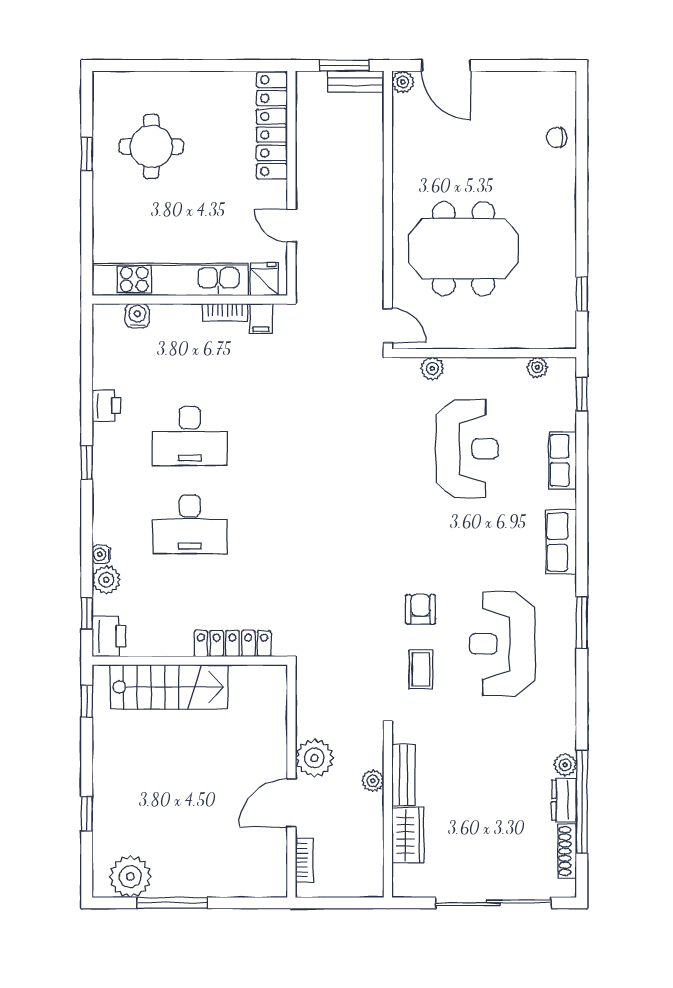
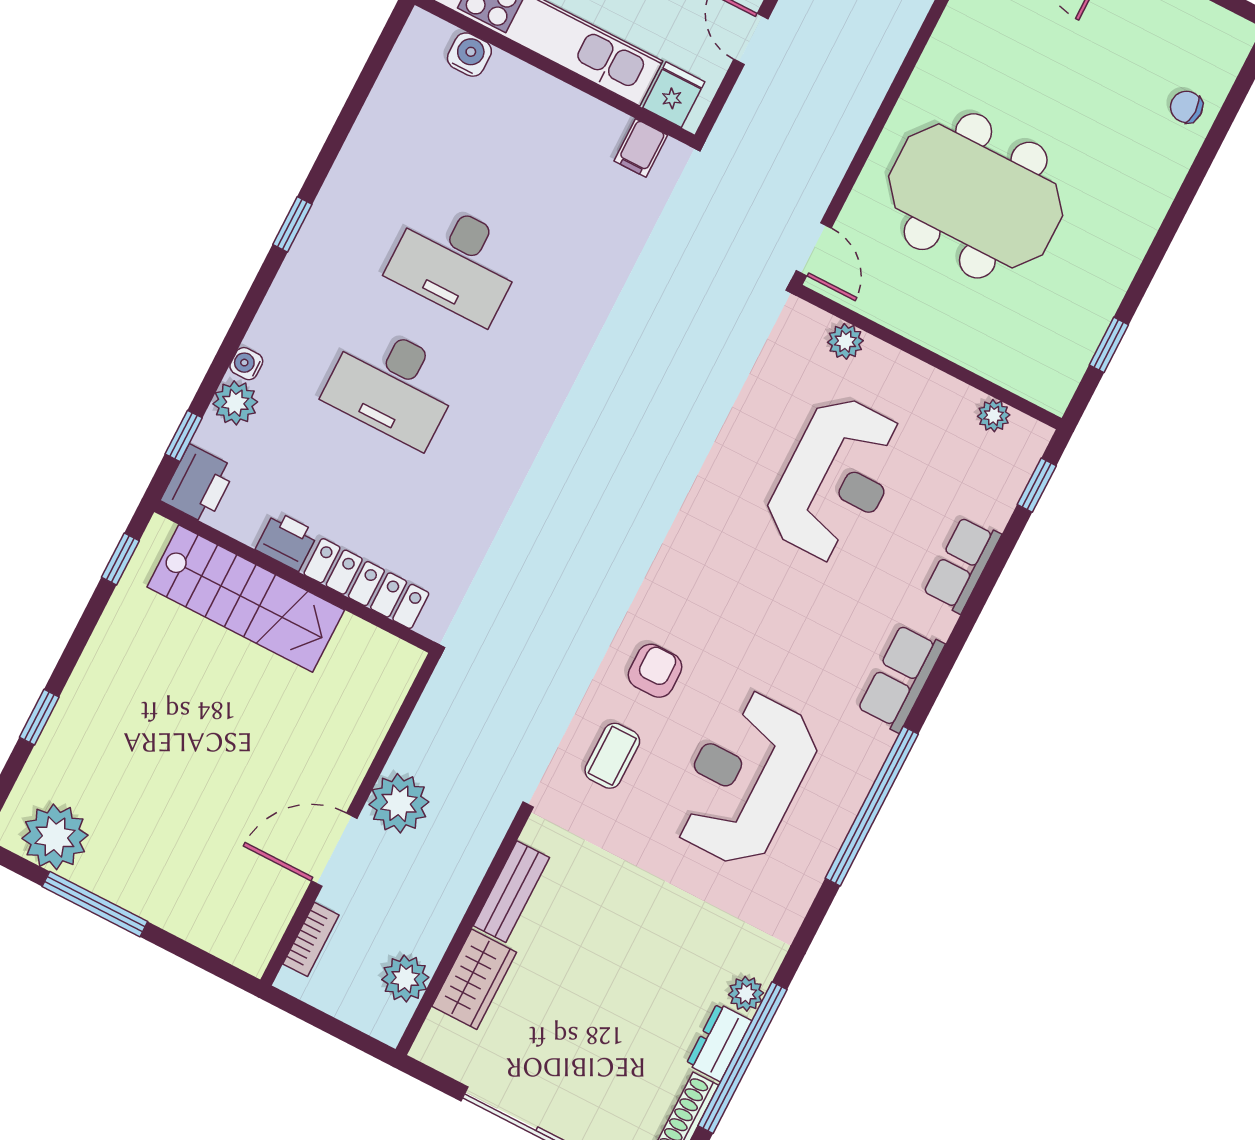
bookcase: (225, 313) -> (595, 113), removed
printer: (106, 406) -> (287, 541), moved, turned -90
window: (582, 623) -> (872, 806), width x2.11
plant: (373, 781) -> (405, 978), moved, width x1.38, depth x1.38

